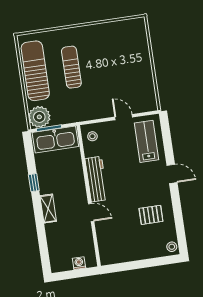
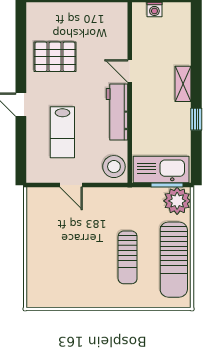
stool: (92, 136) -> (114, 167), width x1.89, depth x1.89
lab bench: (147, 141) -> (62, 132), moved
pallet: (151, 215) -> (55, 57), width x1.50, depth x1.42
stool: (172, 247) -> (35, 13), removed

